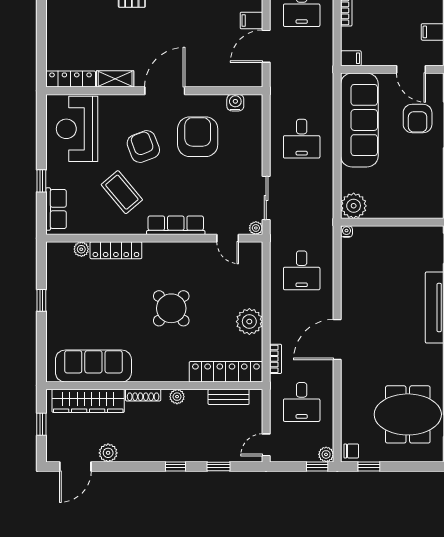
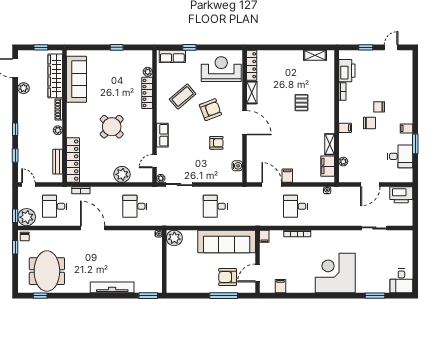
armchair: (198, 137) -> (216, 143), width x0.53, depth x0.53
row of seats: (176, 225) -> (162, 135), width x0.68
plant: (249, 322) -> (122, 174), moved
plant: (326, 454) -> (27, 217), width x1.87, depth x1.87

